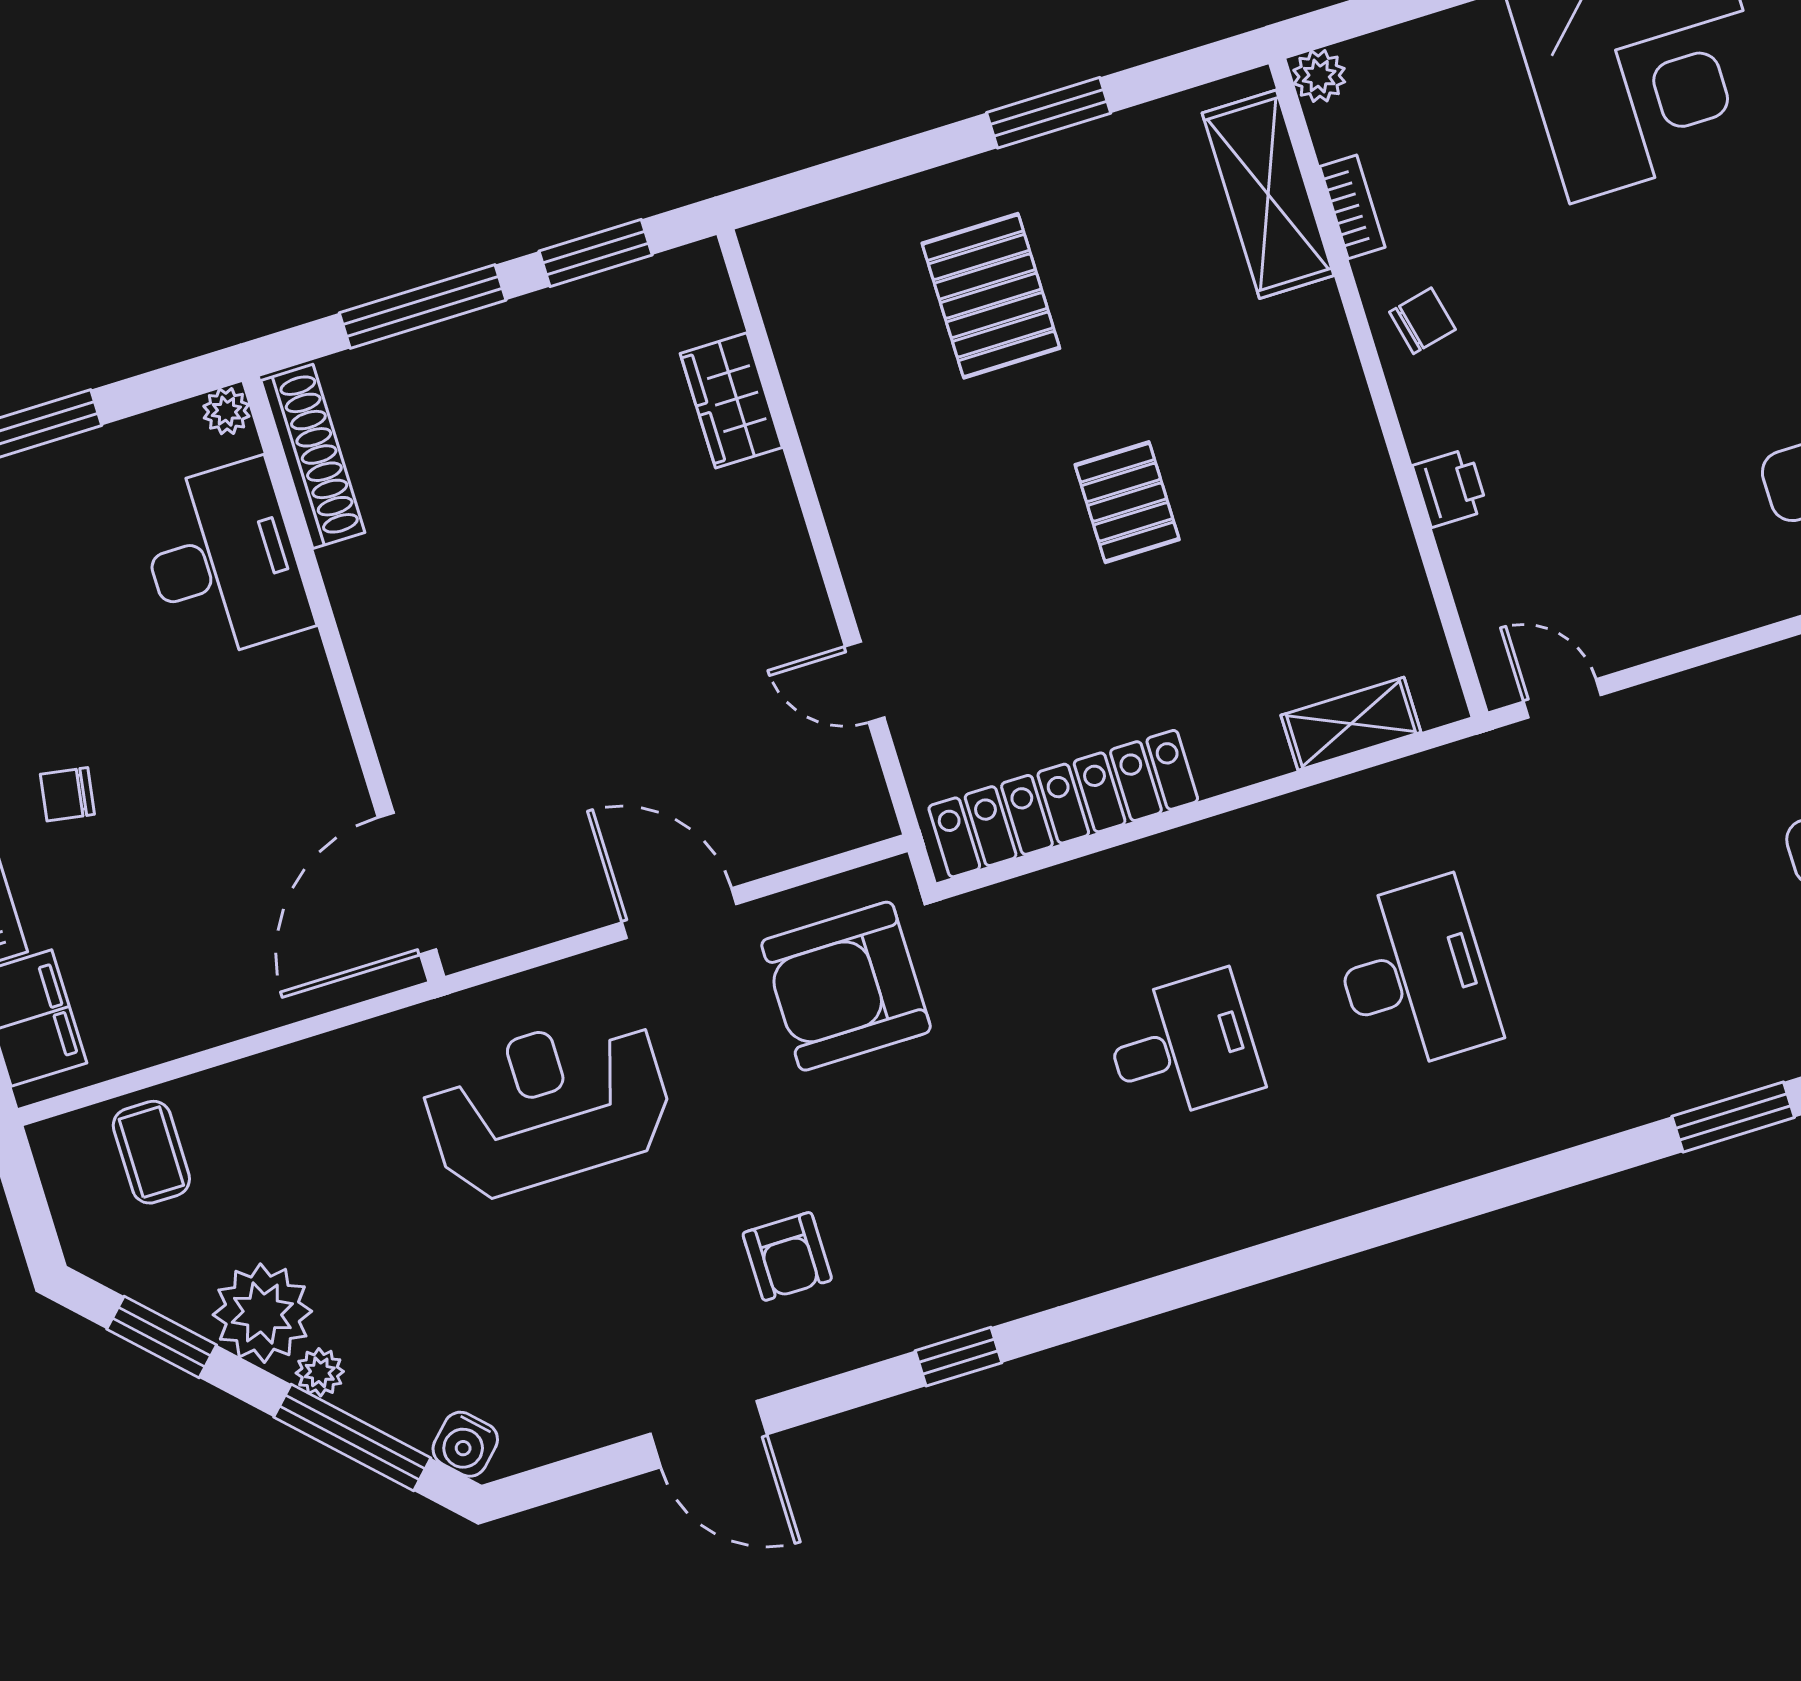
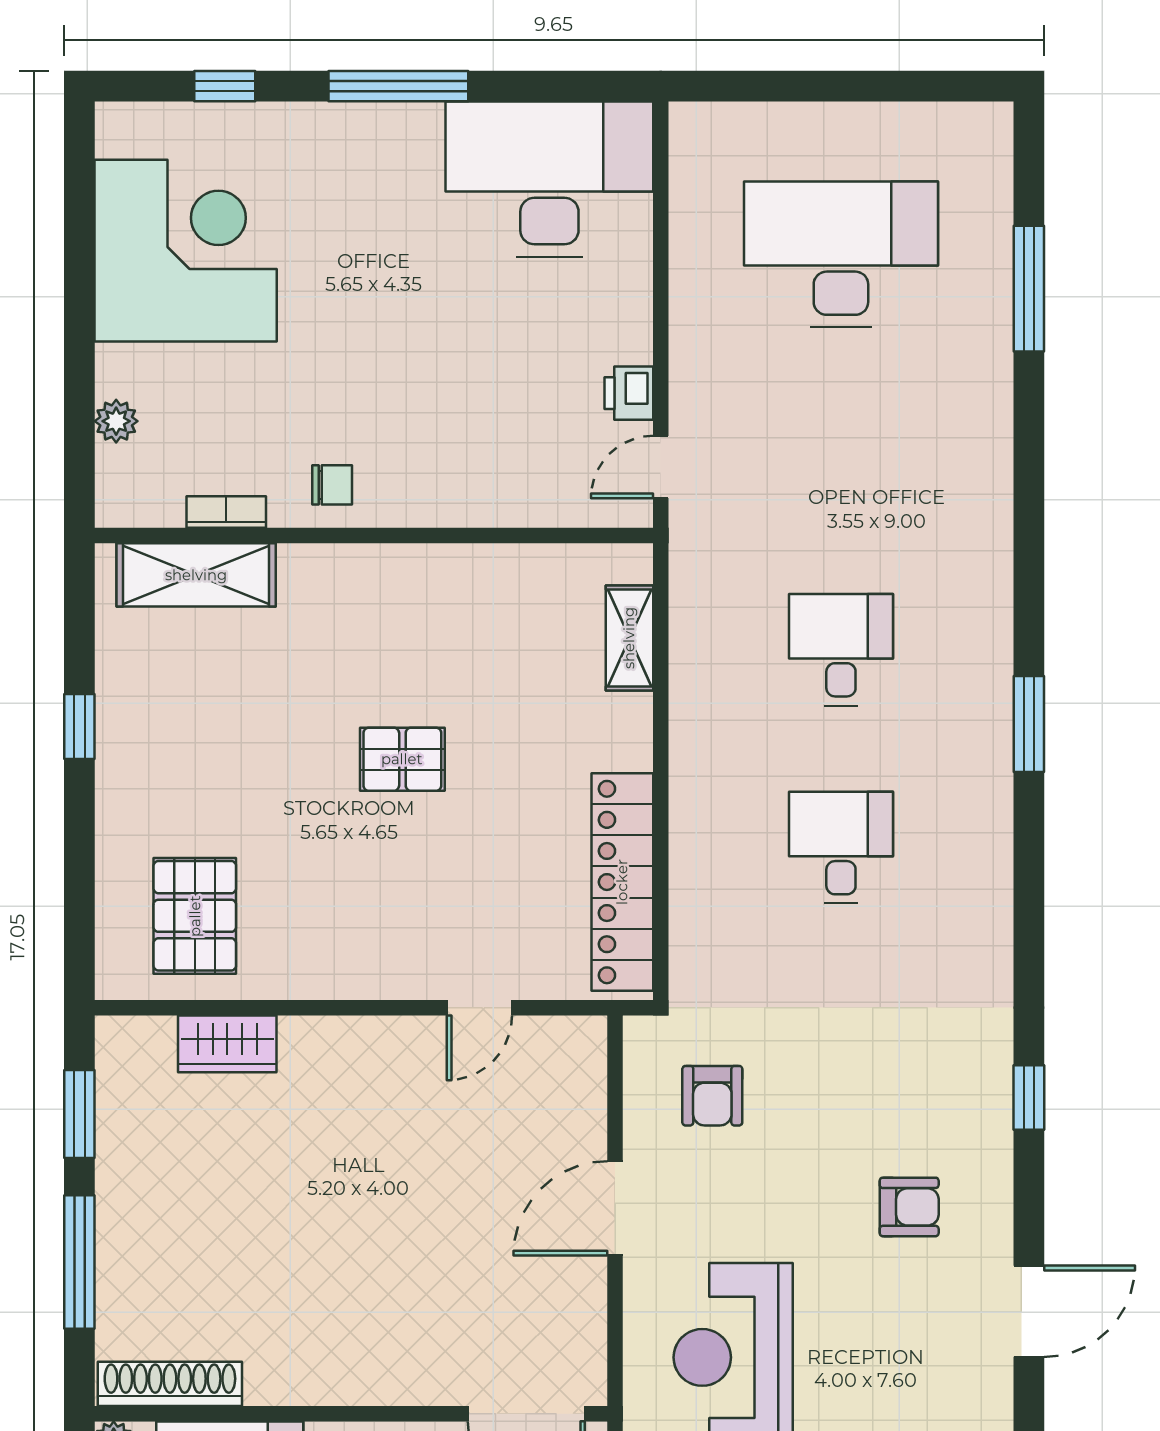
plant: (1319, 76) -> (116, 421), moved
window: (1049, 113) -> (79, 726), width x0.67
pallet: (991, 296) -> (195, 916), moved, turned 90
chair: (1422, 321) -> (332, 485), turned 103
printer: (1450, 488) -> (629, 393), moved, turned -90
desk: (1414, 975) -> (841, 650), width x0.73
armchair: (846, 986) -> (712, 1096), width x0.53, depth x0.53
window: (1733, 1117) -> (1029, 724), moved

